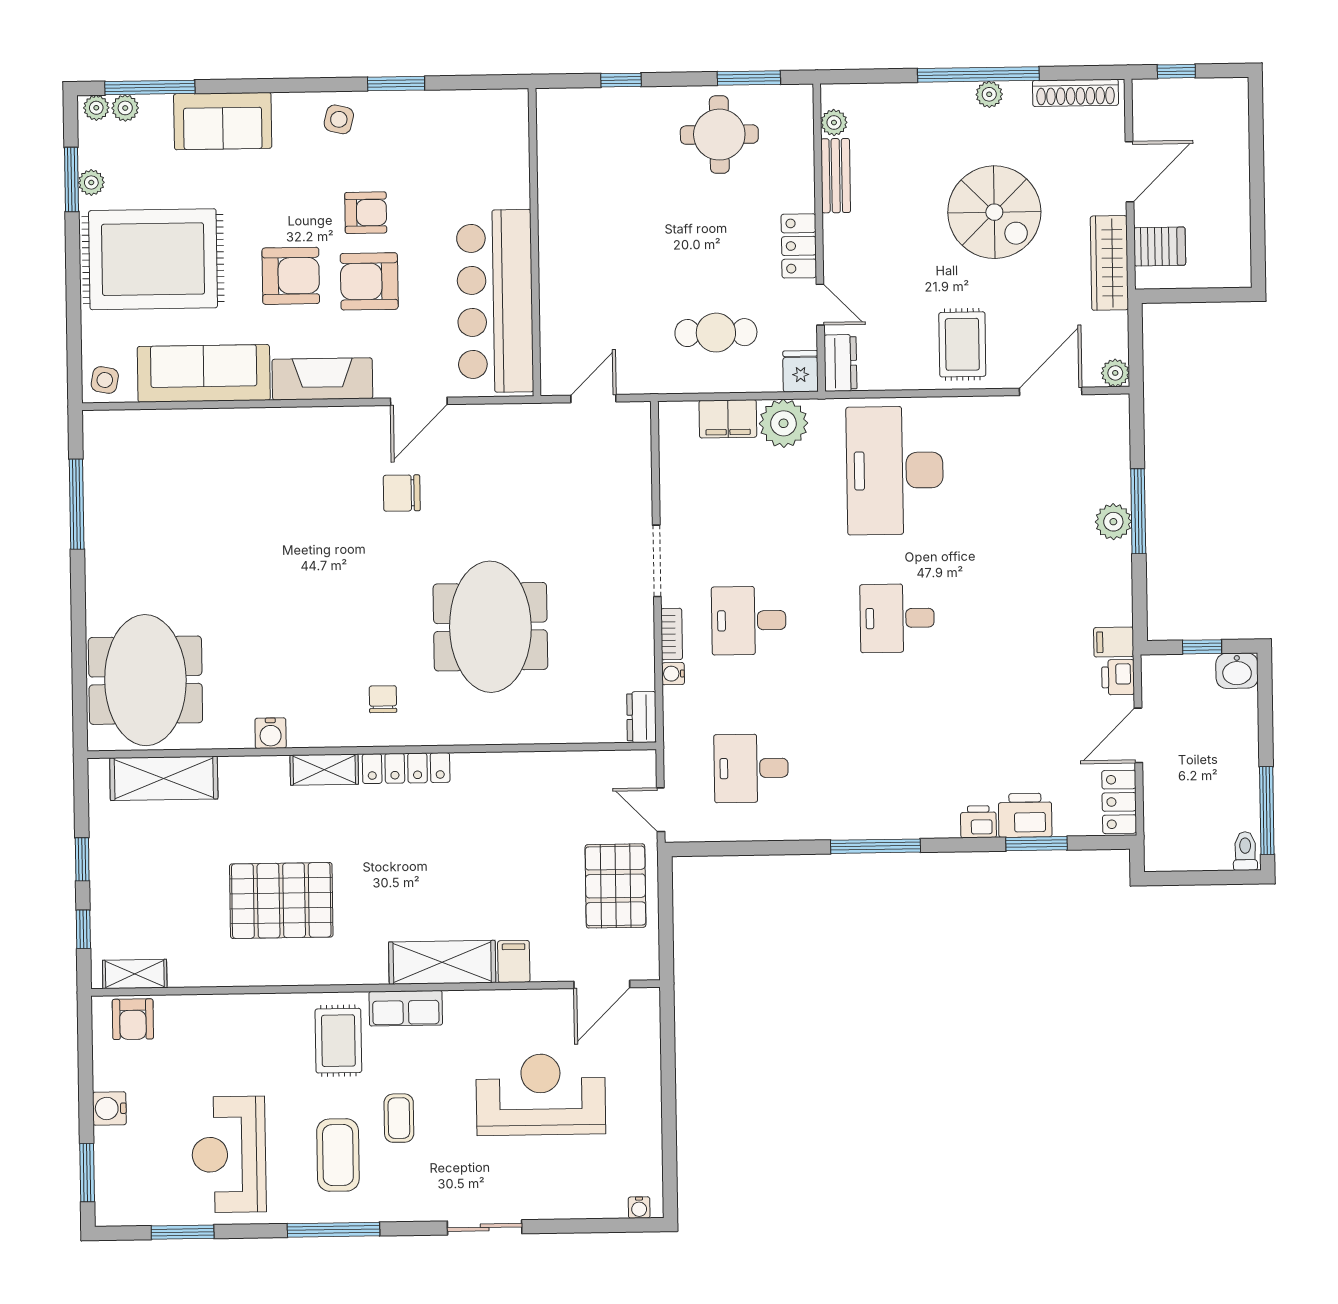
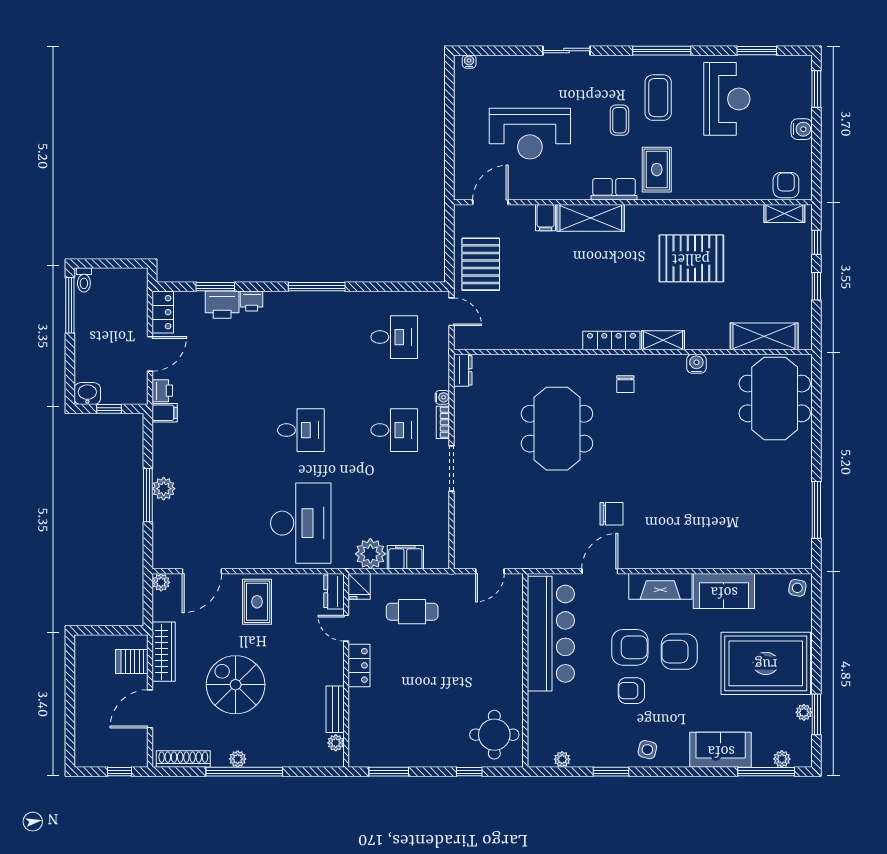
plant: (96, 108) -> (562, 759), moved
round table: (719, 135) -> (494, 735), moved
sofa: (204, 373) -> (724, 591), width x0.73

